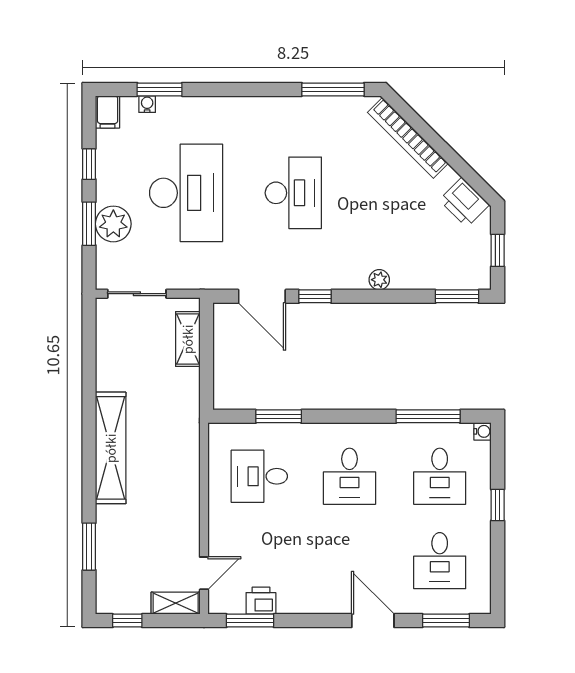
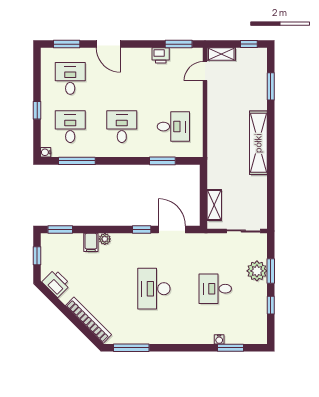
water cooler: (147, 104) -> (219, 339), moved
filing cabinet: (108, 112) -> (91, 242), moved, turned 180
desk: (186, 193) -> (215, 289), width x0.53, depth x0.77
printer: (261, 601) -> (161, 55), moved

